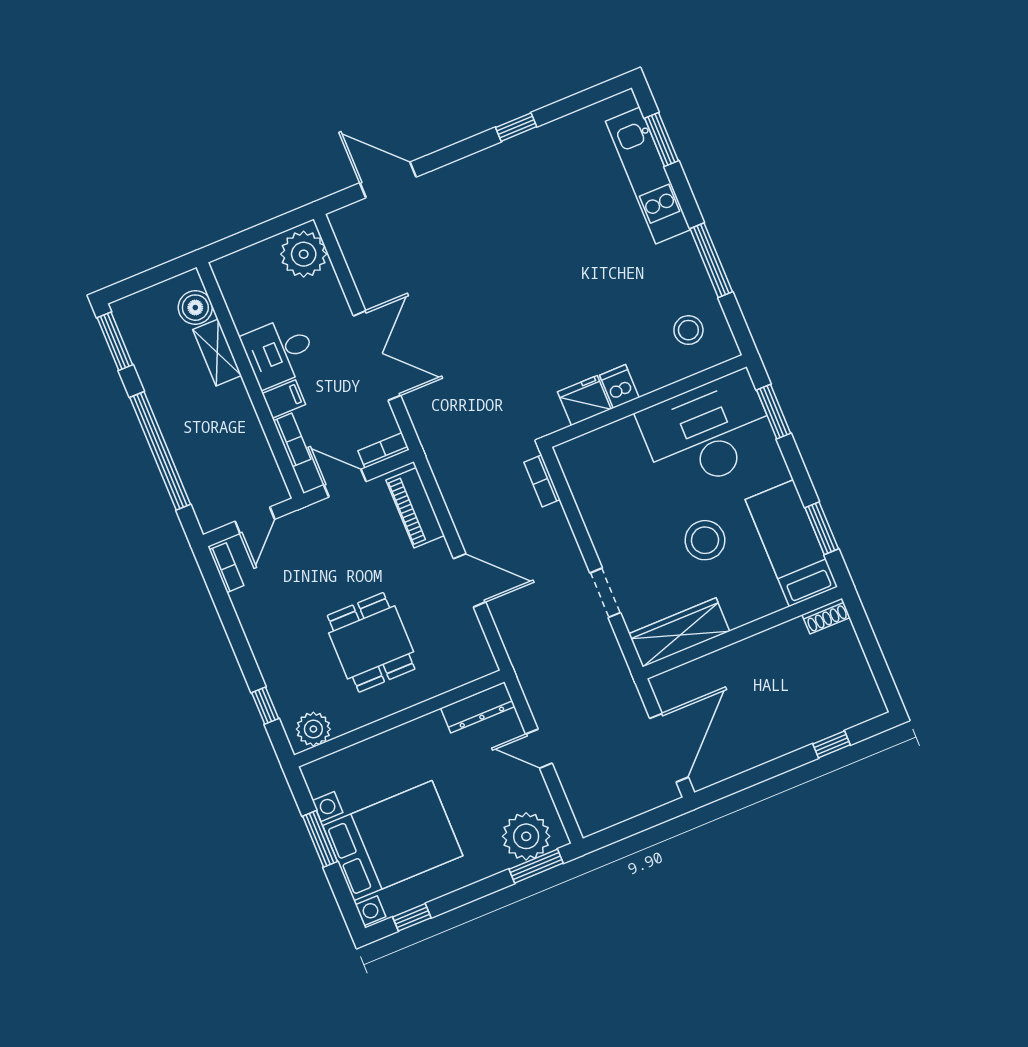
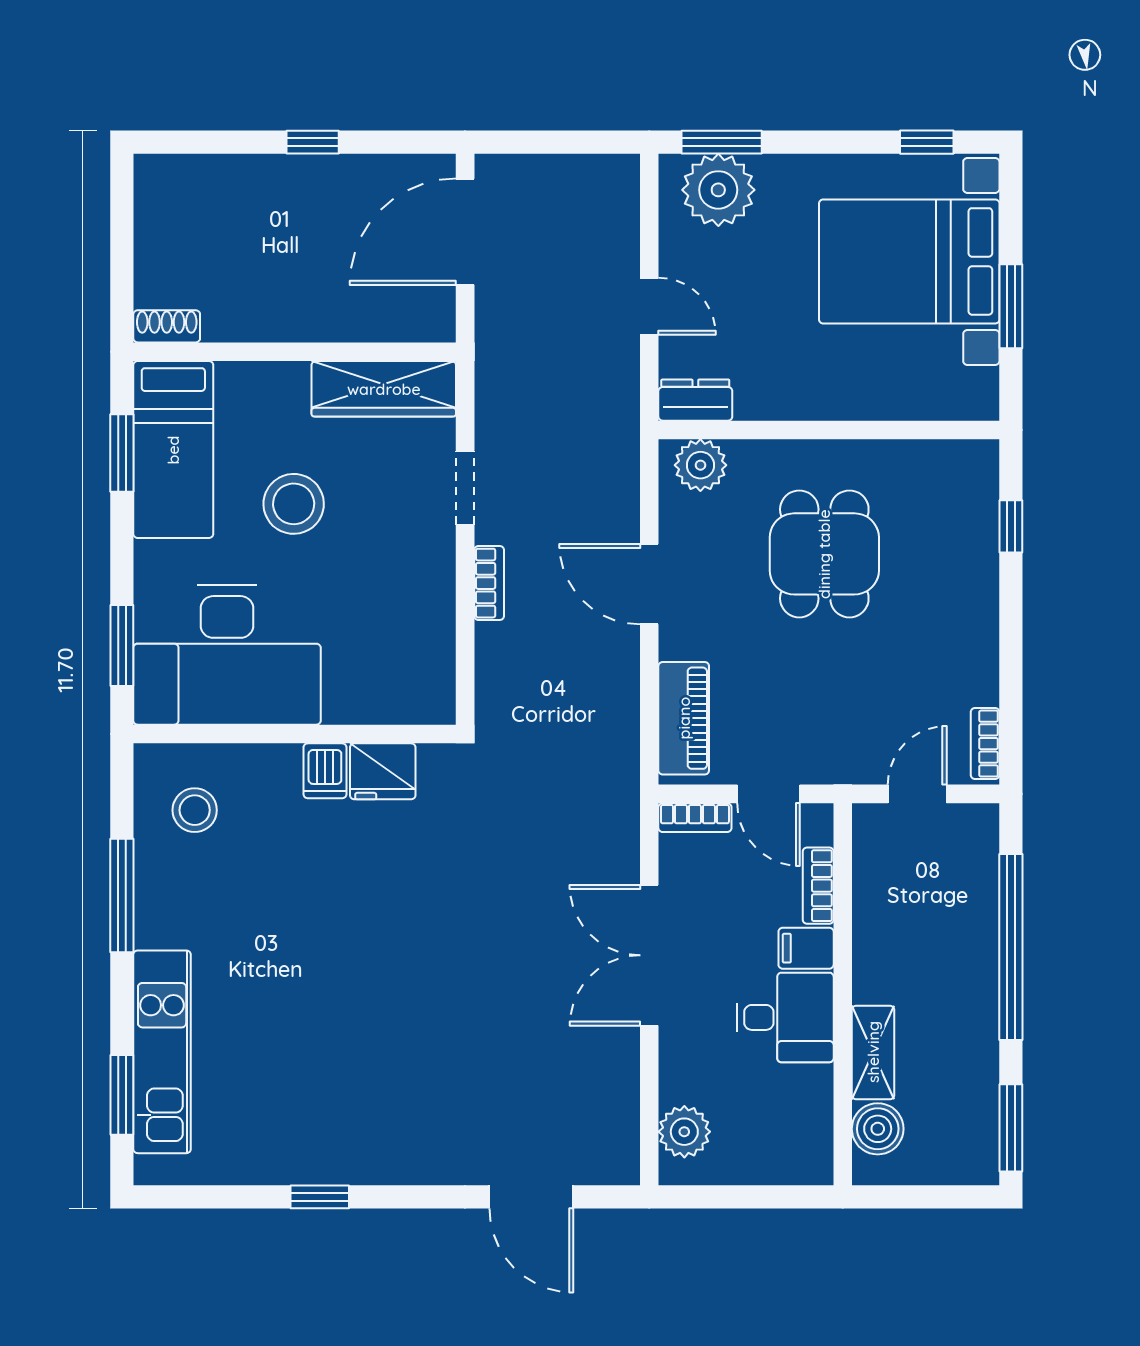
plant: (304, 254) -> (684, 1132), width x0.73, depth x0.73
bookcase: (542, 481) -> (489, 583), moved
dresser: (478, 707) -> (695, 400), width x0.70
plant: (313, 729) -> (700, 465), moved
window: (831, 744) -> (313, 142), moved

